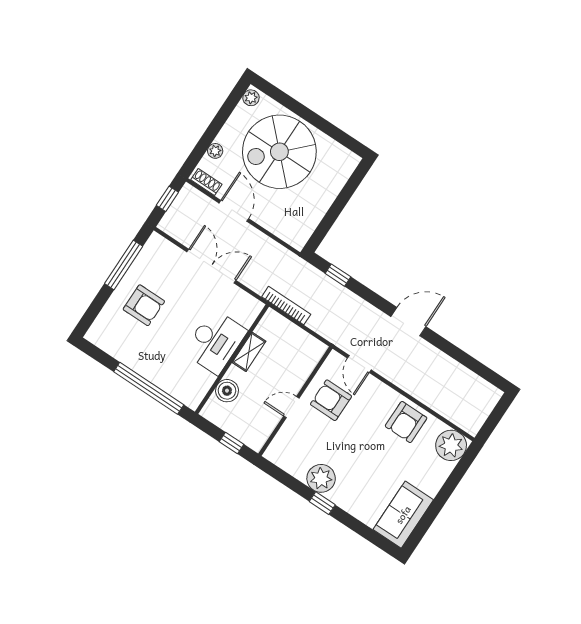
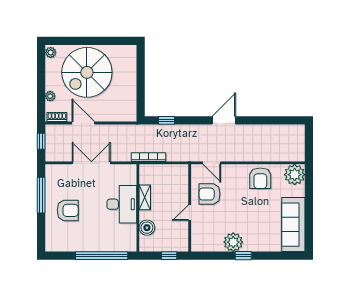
sofa: (403, 515) -> (293, 225), width x1.36

